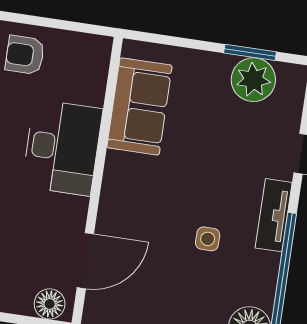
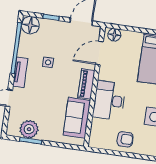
piano: (117, 187) -> (86, 84), added

